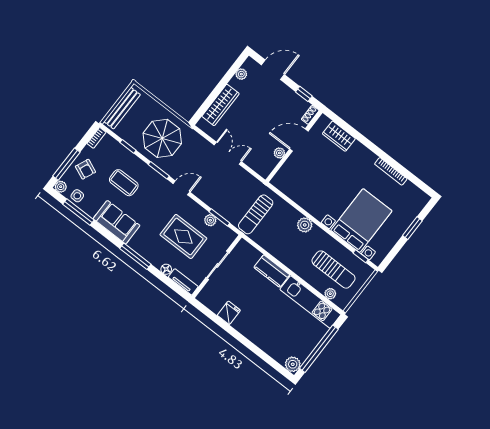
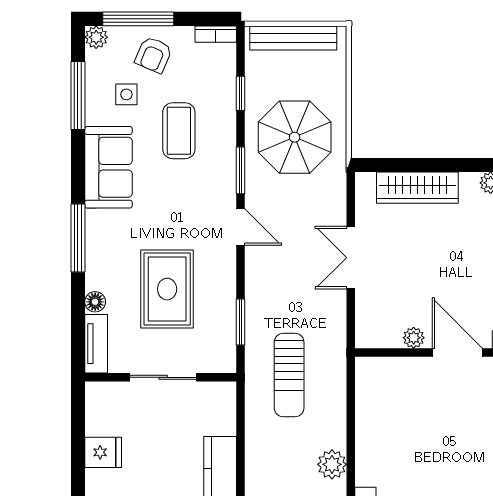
double door: (228, 153) -> (351, 258), swing flipped
side table: (77, 196) -> (126, 94), moved
sun lounger: (256, 214) -> (289, 375), turned -90
plant: (210, 220) -> (225, 311), removed

